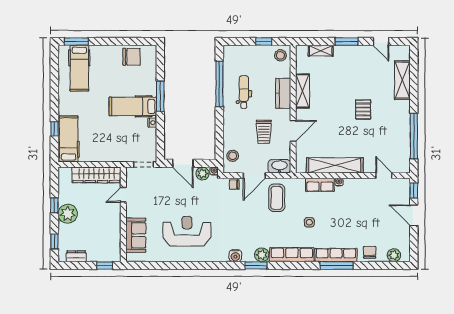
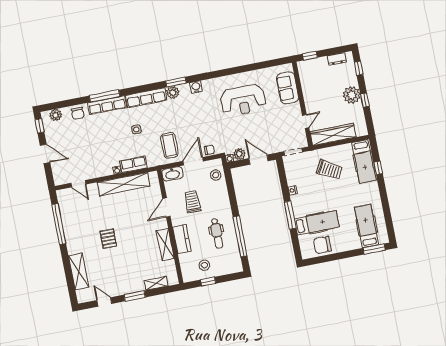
stool: (280, 55) -> (204, 265), moved
hospital bed: (133, 106) -> (317, 223), moved
trolley: (108, 137) -> (329, 170), added
window: (414, 191) -> (40, 126), moved

